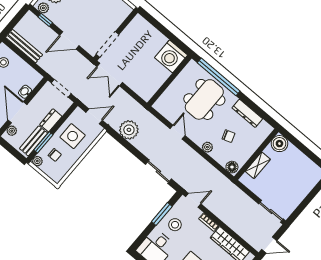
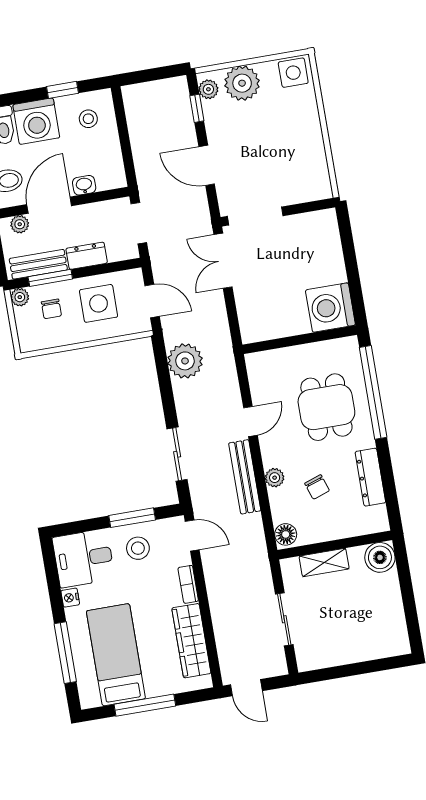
bench: (24, 46) -> (245, 477), moved
dining table: (204, 99) -> (326, 407), width x0.73
sliding door: (271, 211) -> (284, 619), moved

